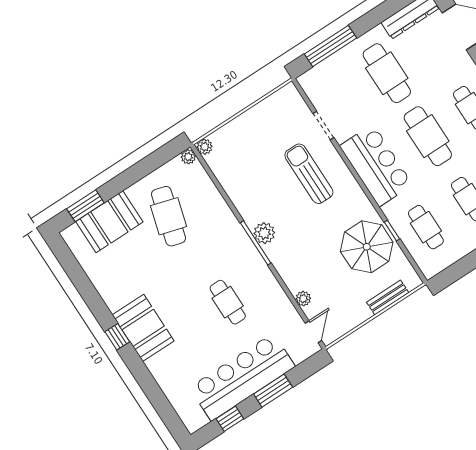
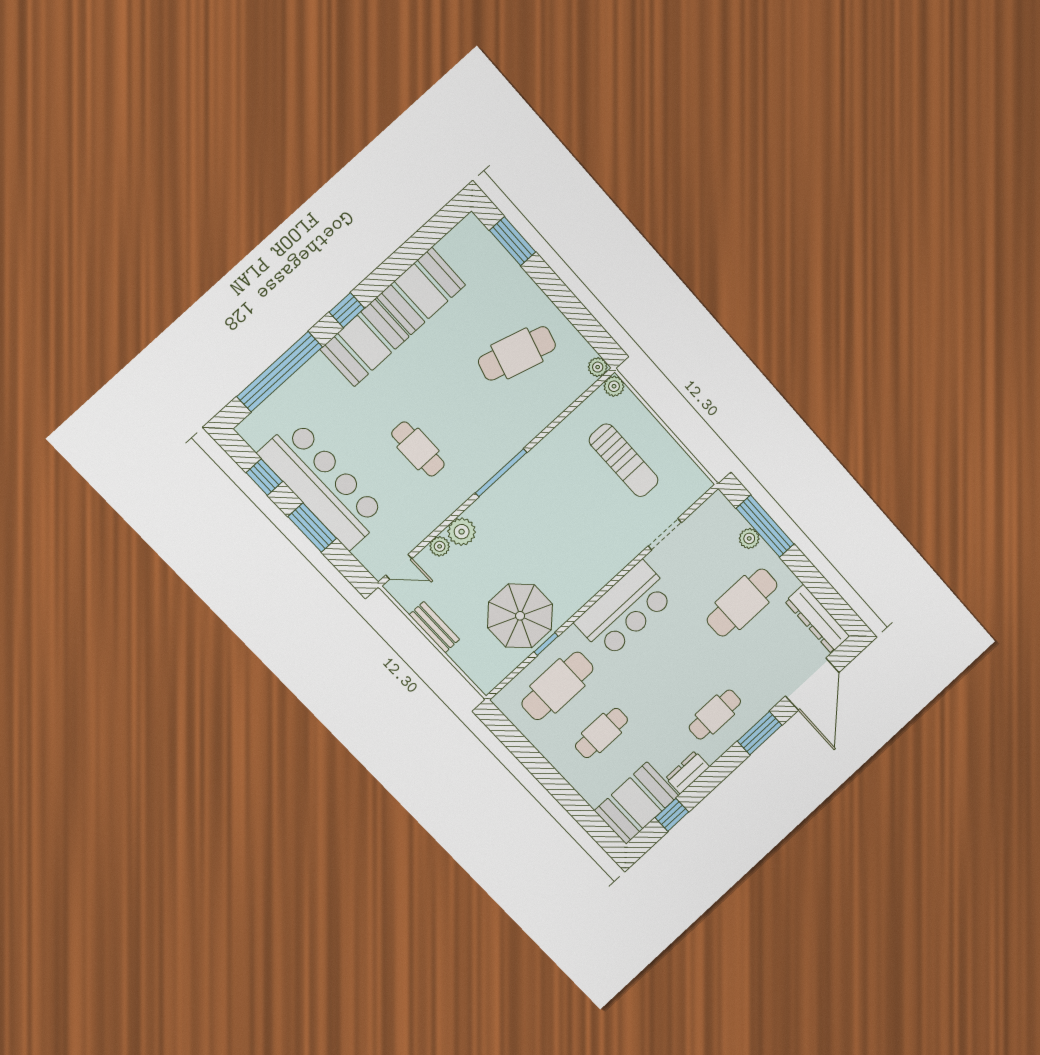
plant: (338, 60) -> (749, 538), added
cafe table: (428, 136) -> (672, 668), removed
sun lounger: (309, 174) -> (624, 460), moved, turned 90
booth: (109, 222) -> (421, 291), moved, turned 90
cafe table: (426, 227) -> (557, 686), width x1.37, depth x1.35
plant: (264, 233) -> (462, 532), moved
bench: (388, 297) -> (434, 627), moved
cafe table: (228, 302) -> (418, 449), turned 90
window: (154, 394) -> (280, 372), added

